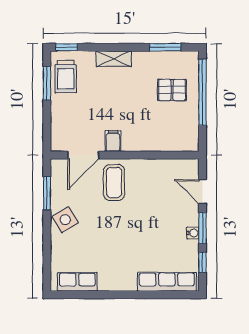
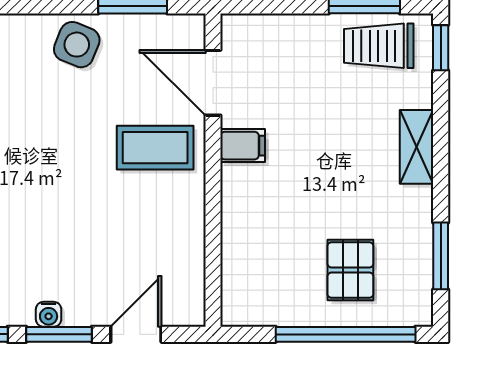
side table: (65, 220) -> (77, 45), turned -37

